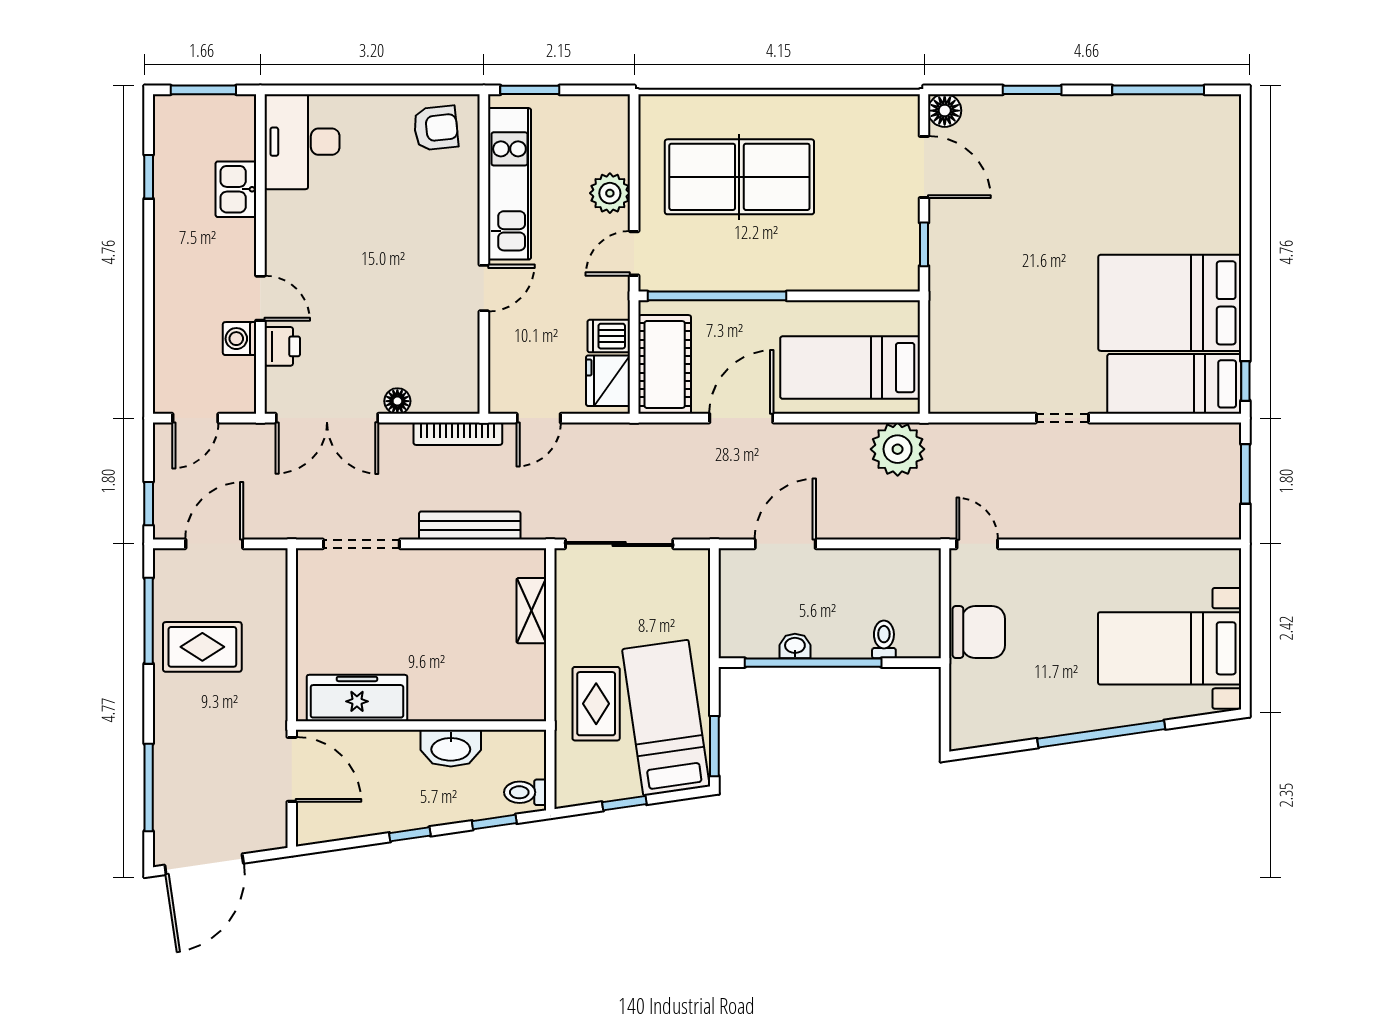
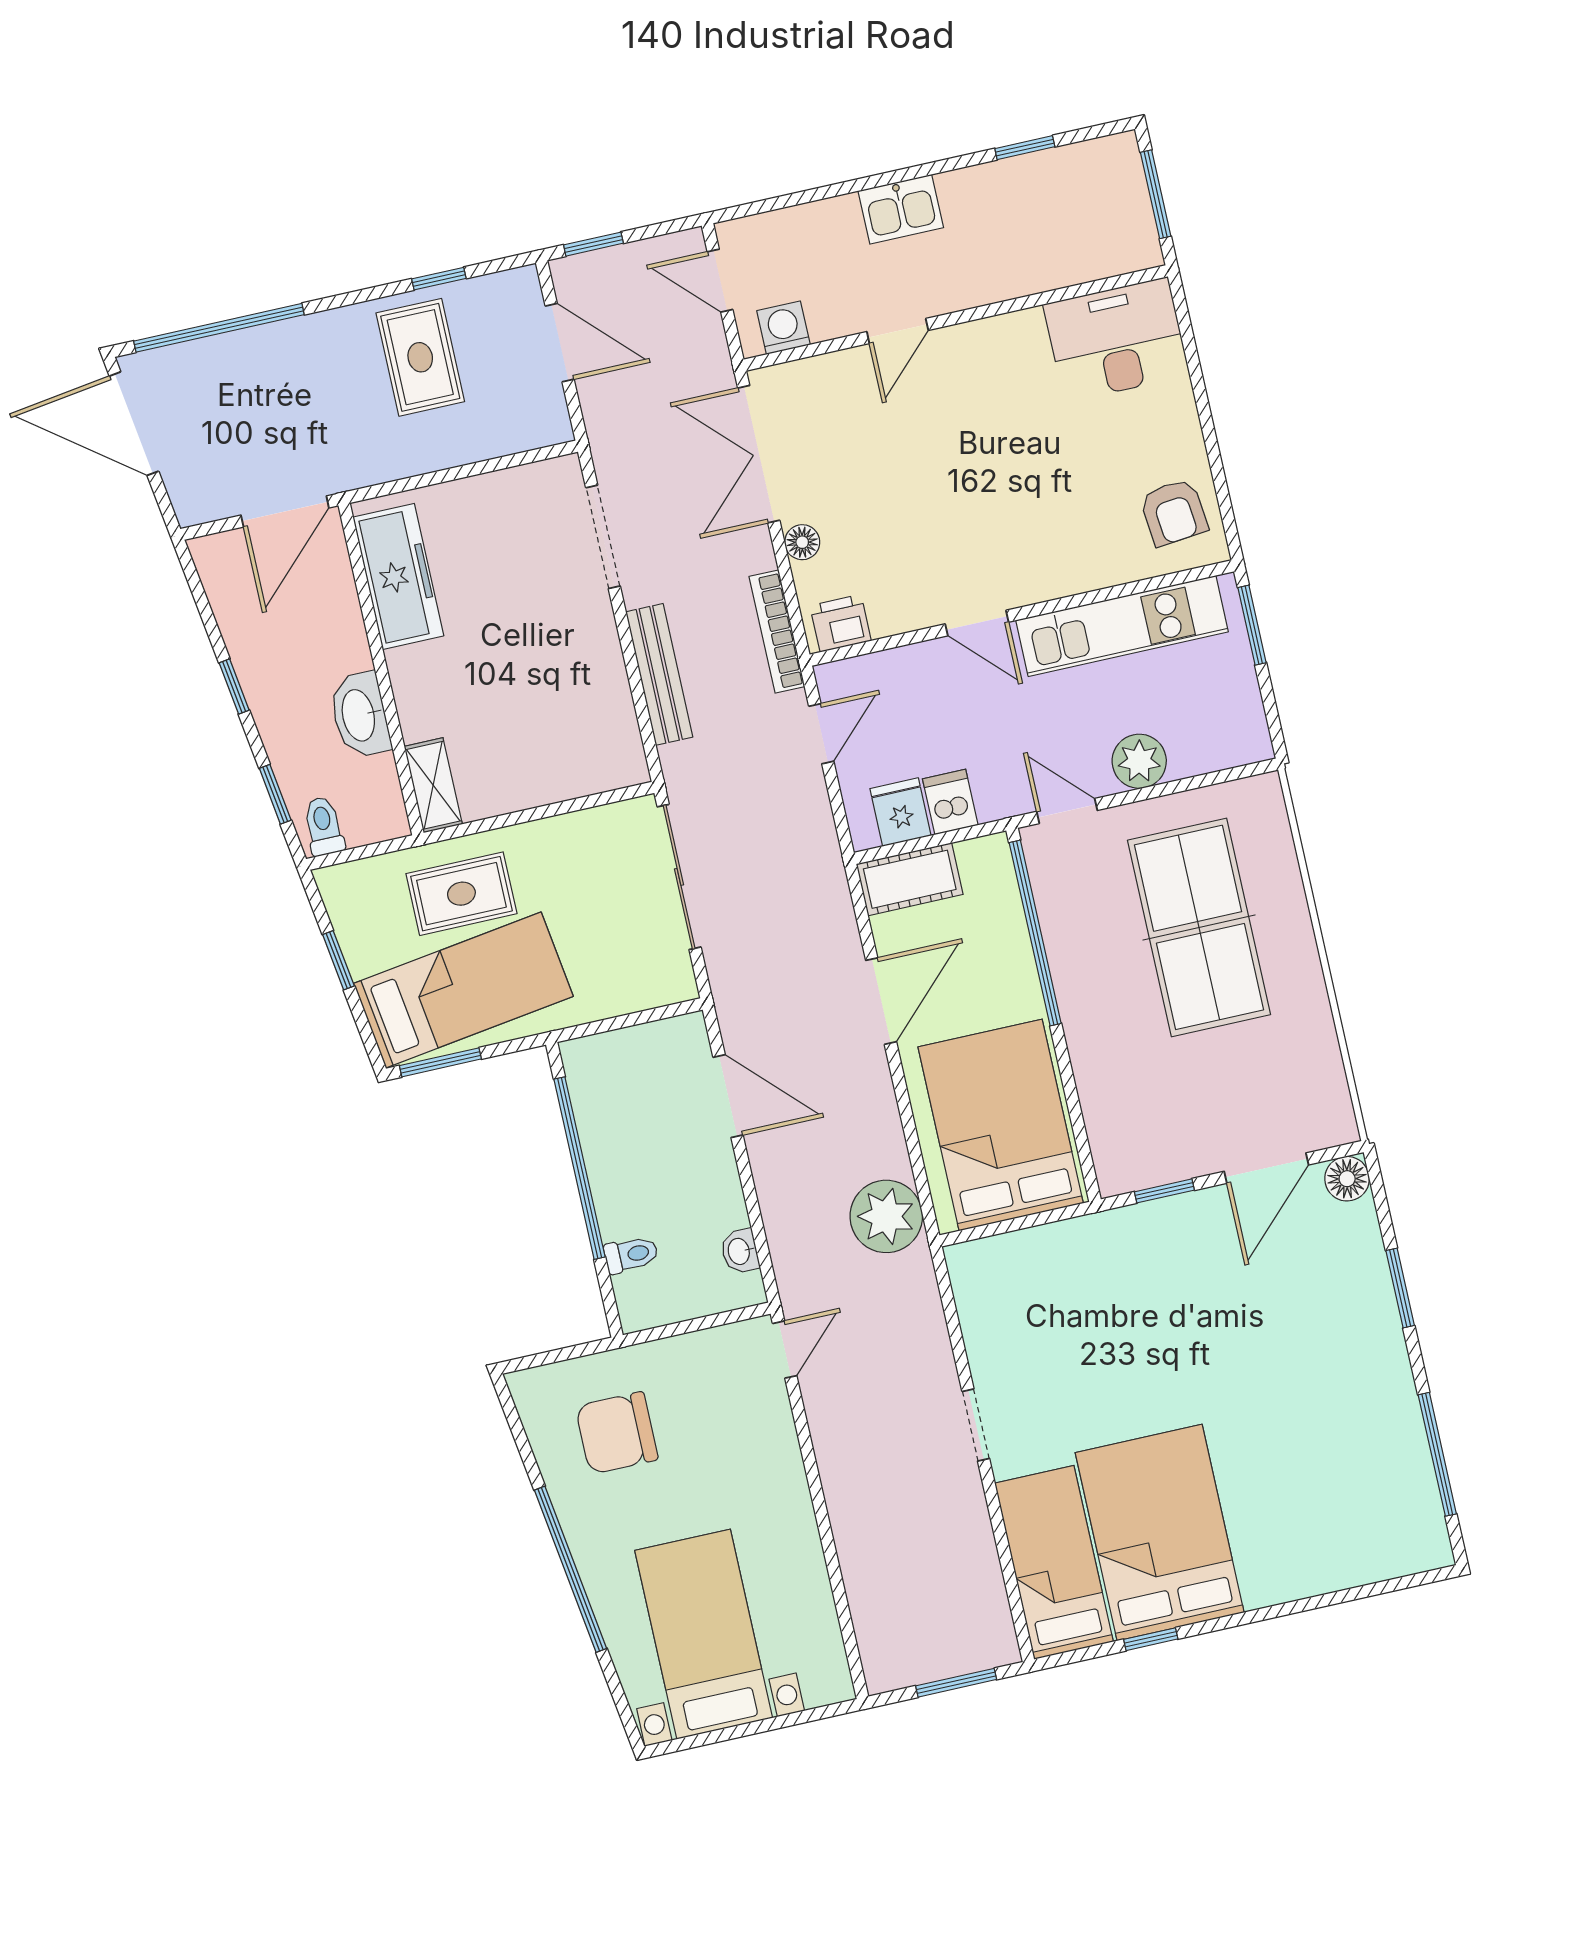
kitchen sink: (236, 189) -> (901, 209), moved, turned 180
washing machine: (240, 339) -> (783, 328), moved
printer: (282, 346) -> (840, 623), moved, turned 180
cot: (665, 364) -> (910, 879), width x0.73, depth x0.75
bed: (850, 368) -> (1001, 1125), width x1.50
fridge: (608, 381) -> (900, 812), width x0.72
window: (1245, 381) -> (1151, 1639), moved
door: (539, 418) -> (821, 734), swing flipped
door: (741, 418) -> (881, 1001), hinge flipped
shelving: (531, 611) -> (433, 785), moved, turned 90
window: (149, 621) -> (439, 279), width x0.46
chair: (979, 632) -> (617, 1433), moved, turned 90
washbasin: (795, 646) -> (740, 1251), moved, turned 180
window: (149, 787) -> (219, 328), width x1.46

